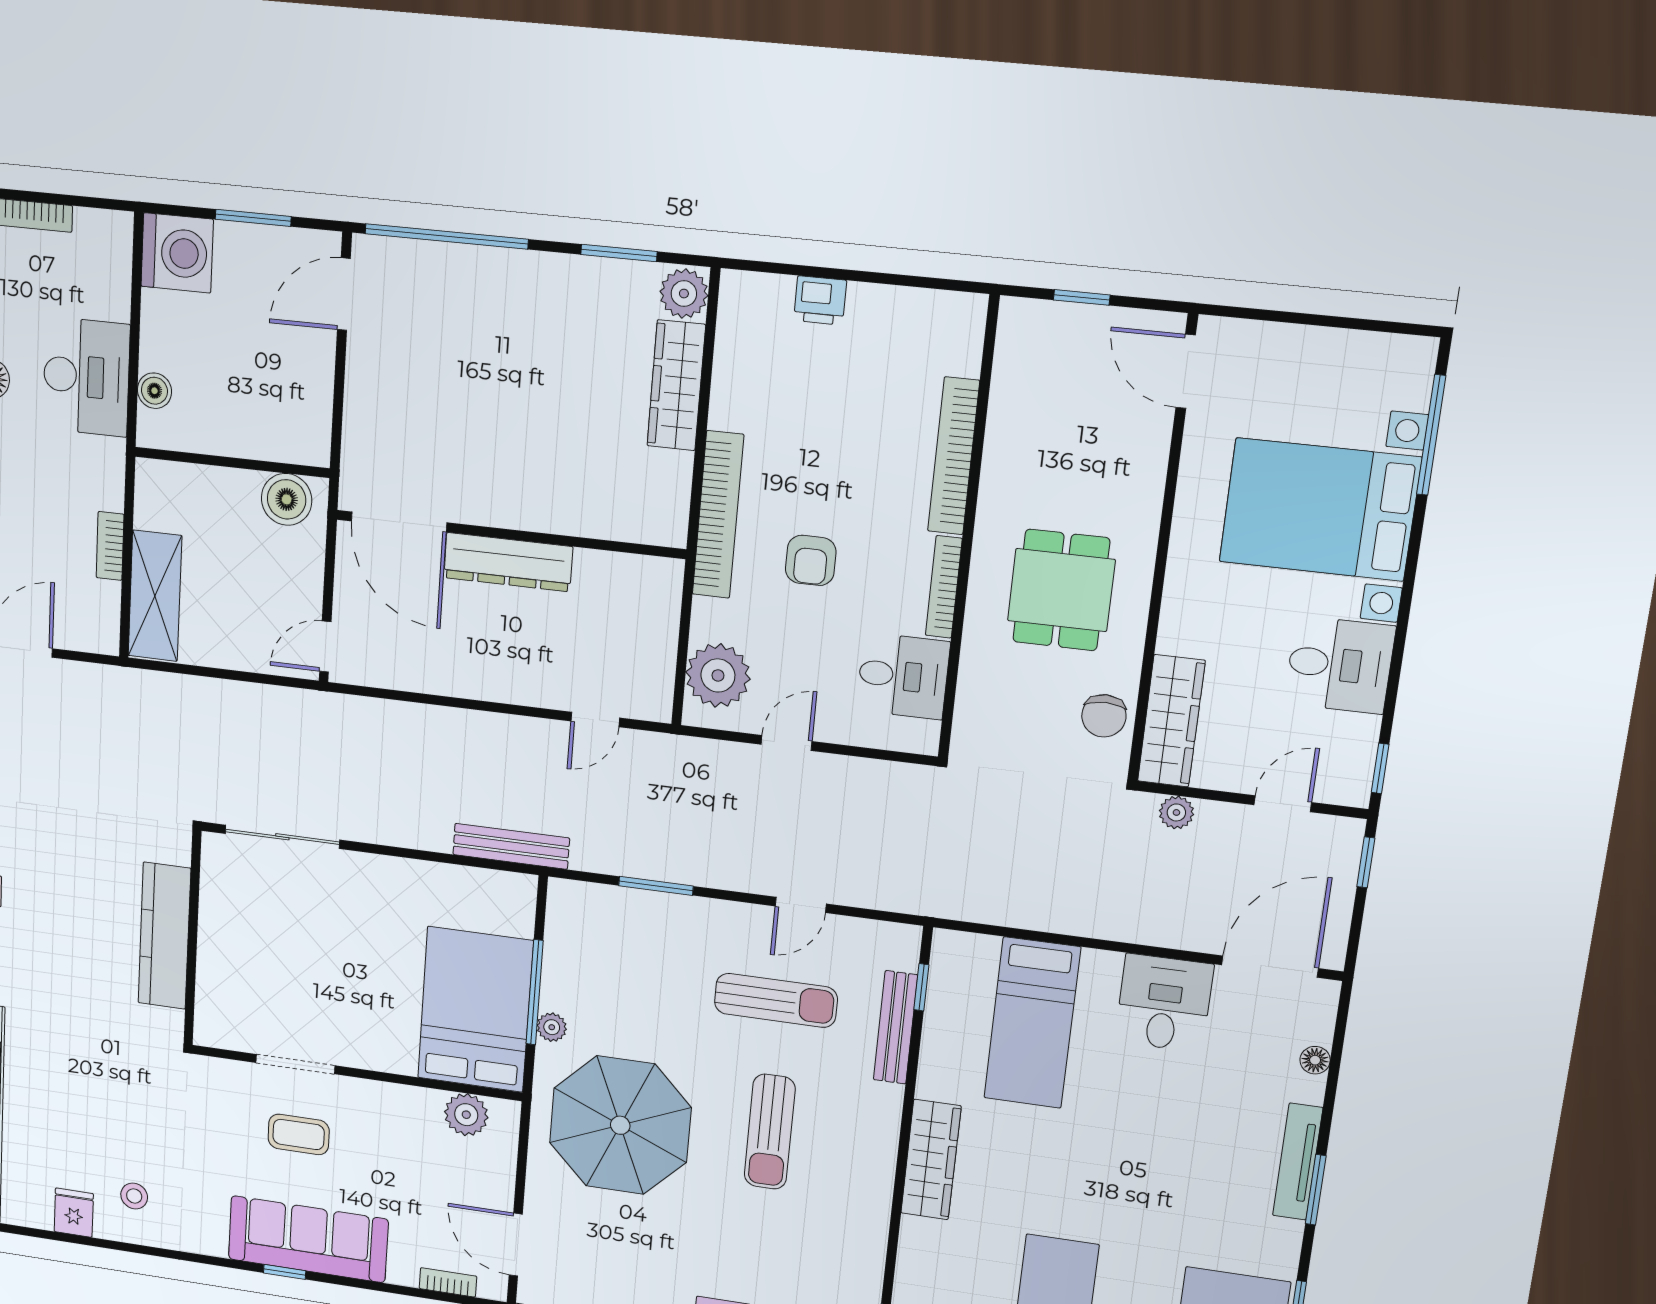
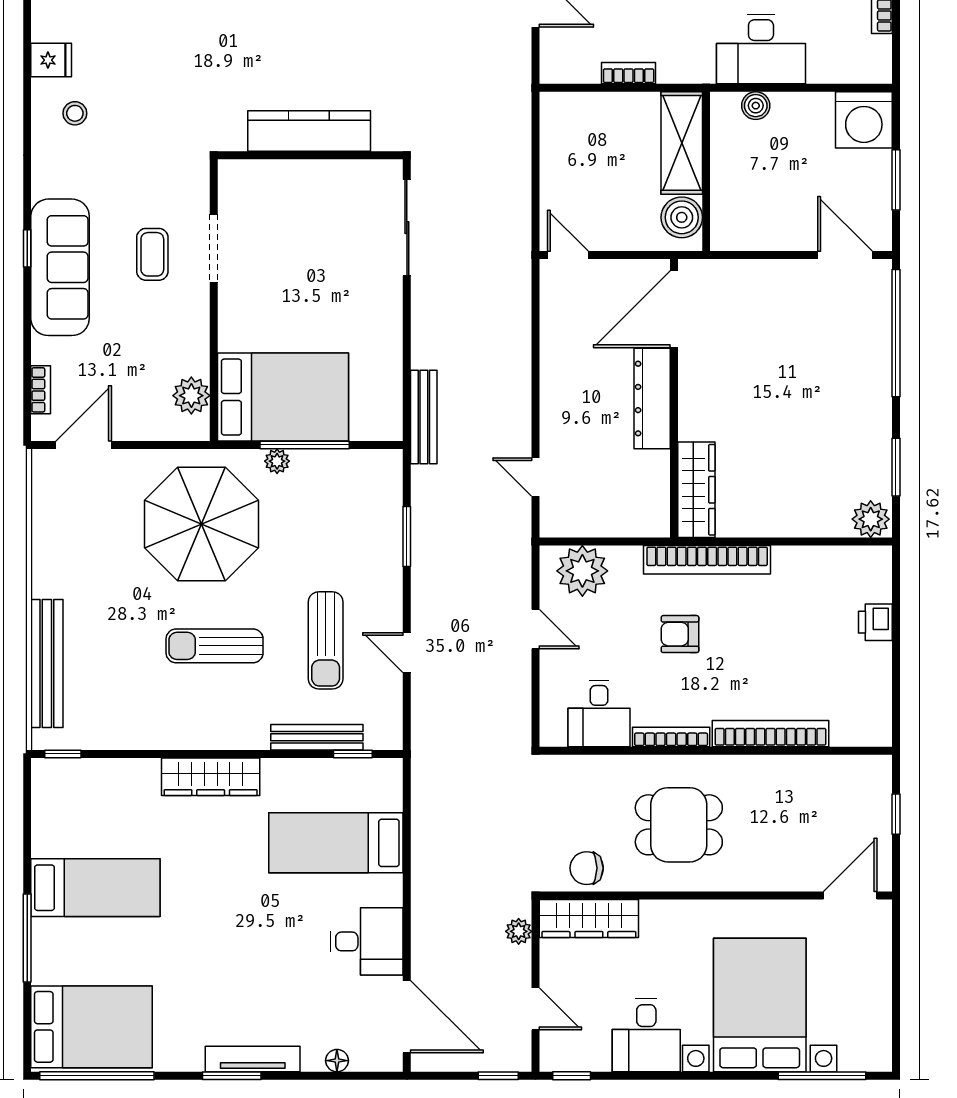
wardrobe: (676, 385) -> (696, 490), moved, turned 90
shelving: (155, 596) -> (682, 143), moved, turned 90

